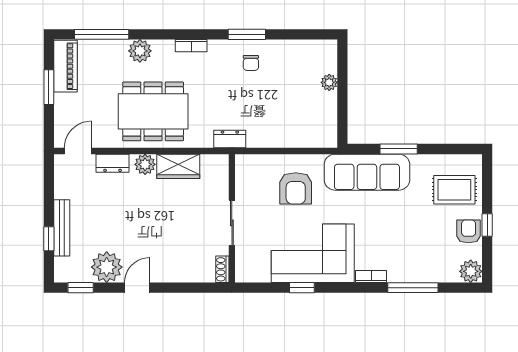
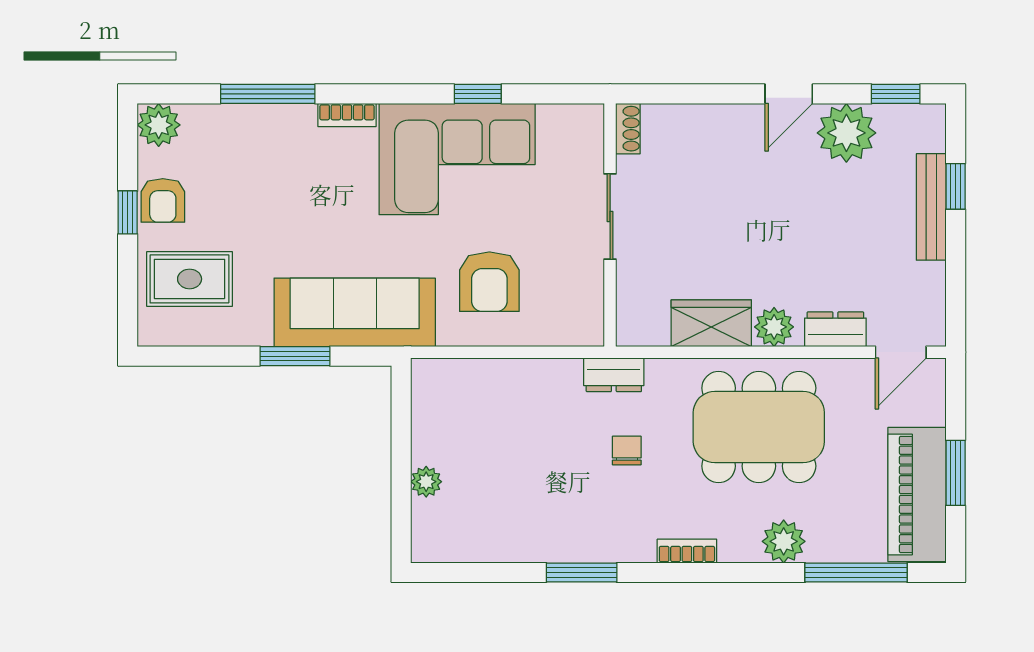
chair: (251, 63) -> (627, 451), moved
piano: (66, 66) -> (917, 495), width x1.37, depth x1.33
armchair: (296, 188) -> (489, 282), turned 180

